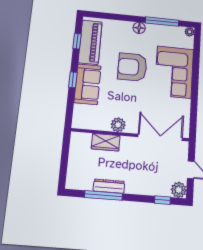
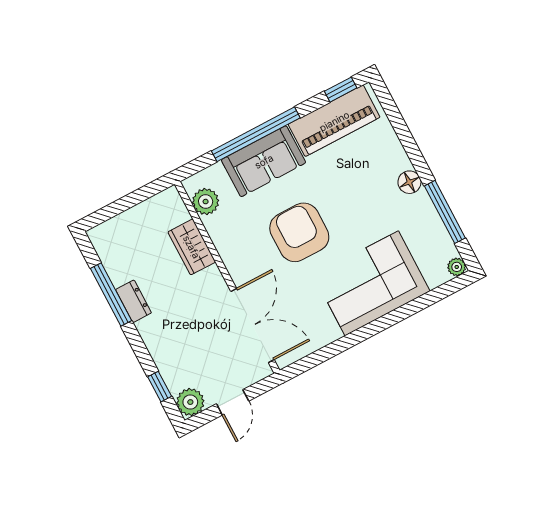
window: (77, 41) -> (341, 90), moved
armchair: (132, 67) -> (299, 232), moved
window: (73, 80) -> (256, 134), width x3.17
plant: (118, 125) -> (206, 202), moved
dresser: (109, 186) -> (133, 301), width x0.70

